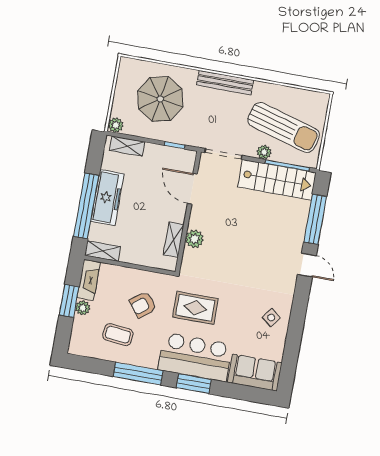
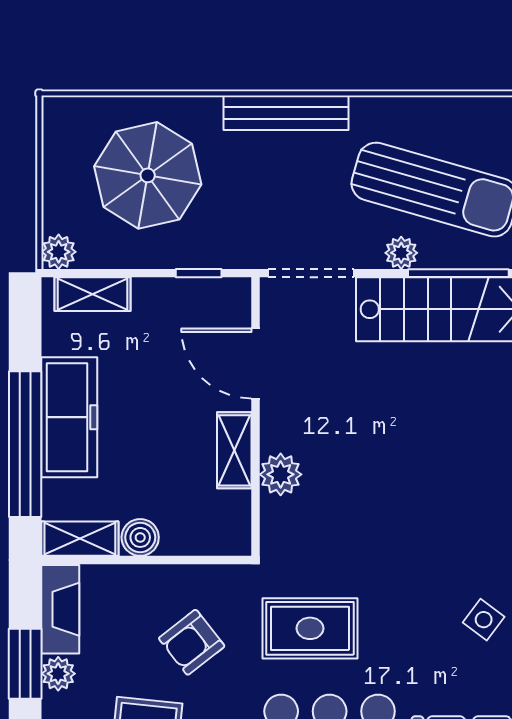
shelving: (174, 240) -> (234, 450), moved
boiler: (129, 255) -> (140, 537), added

